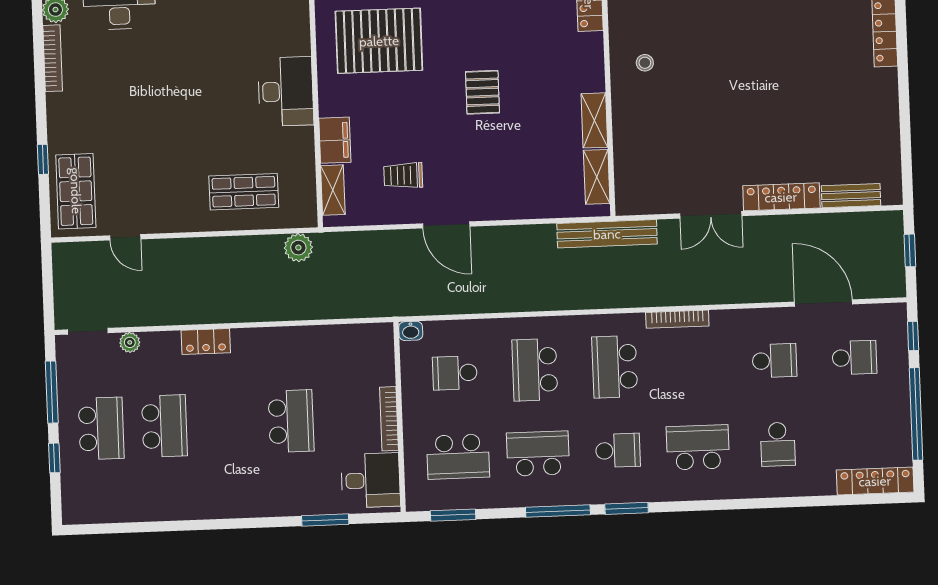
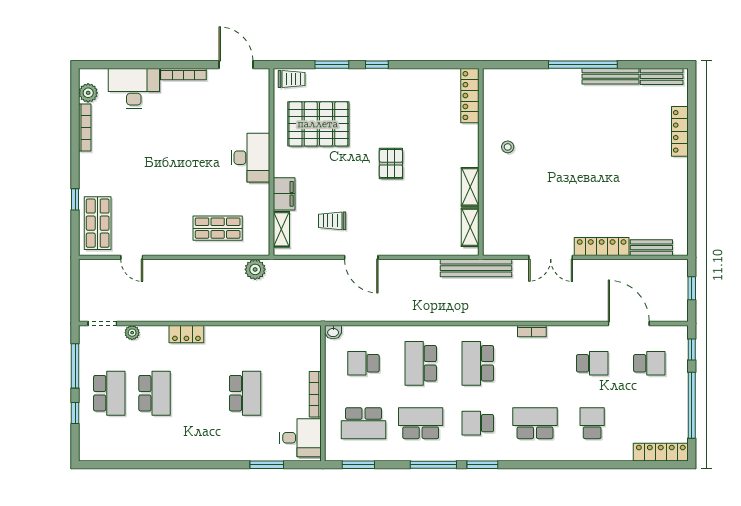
bookcase: (677, 319) -> (532, 331), width x0.64
school desk: (778, 444) -> (592, 423), turned 180
school desk: (618, 450) -> (478, 423), turned 180

